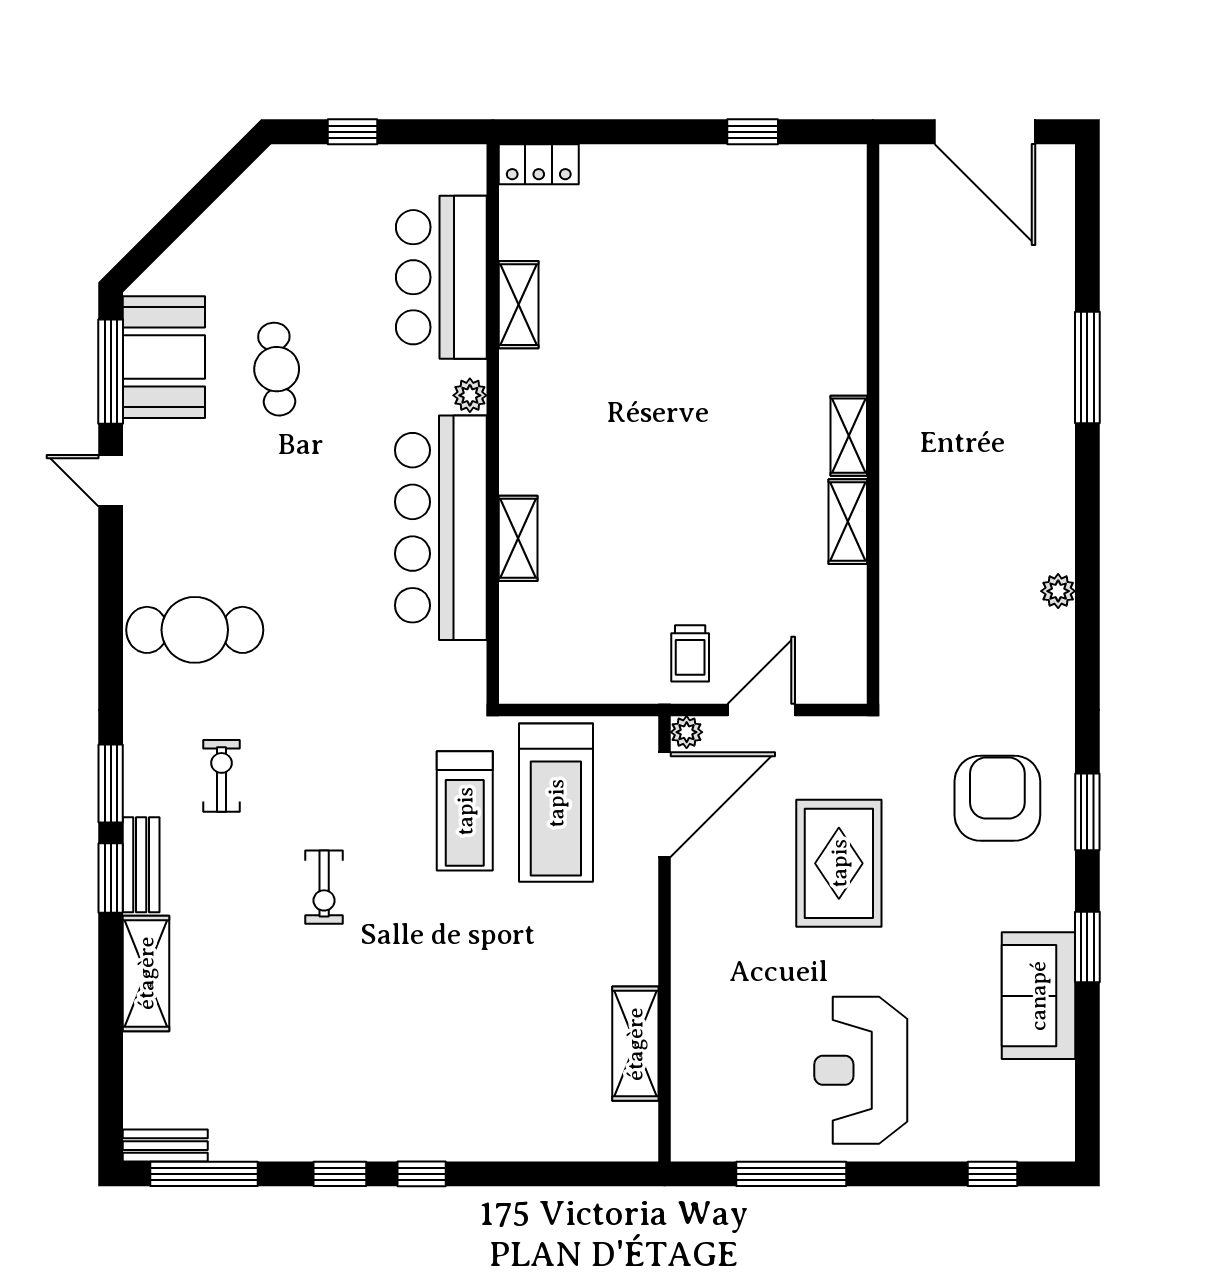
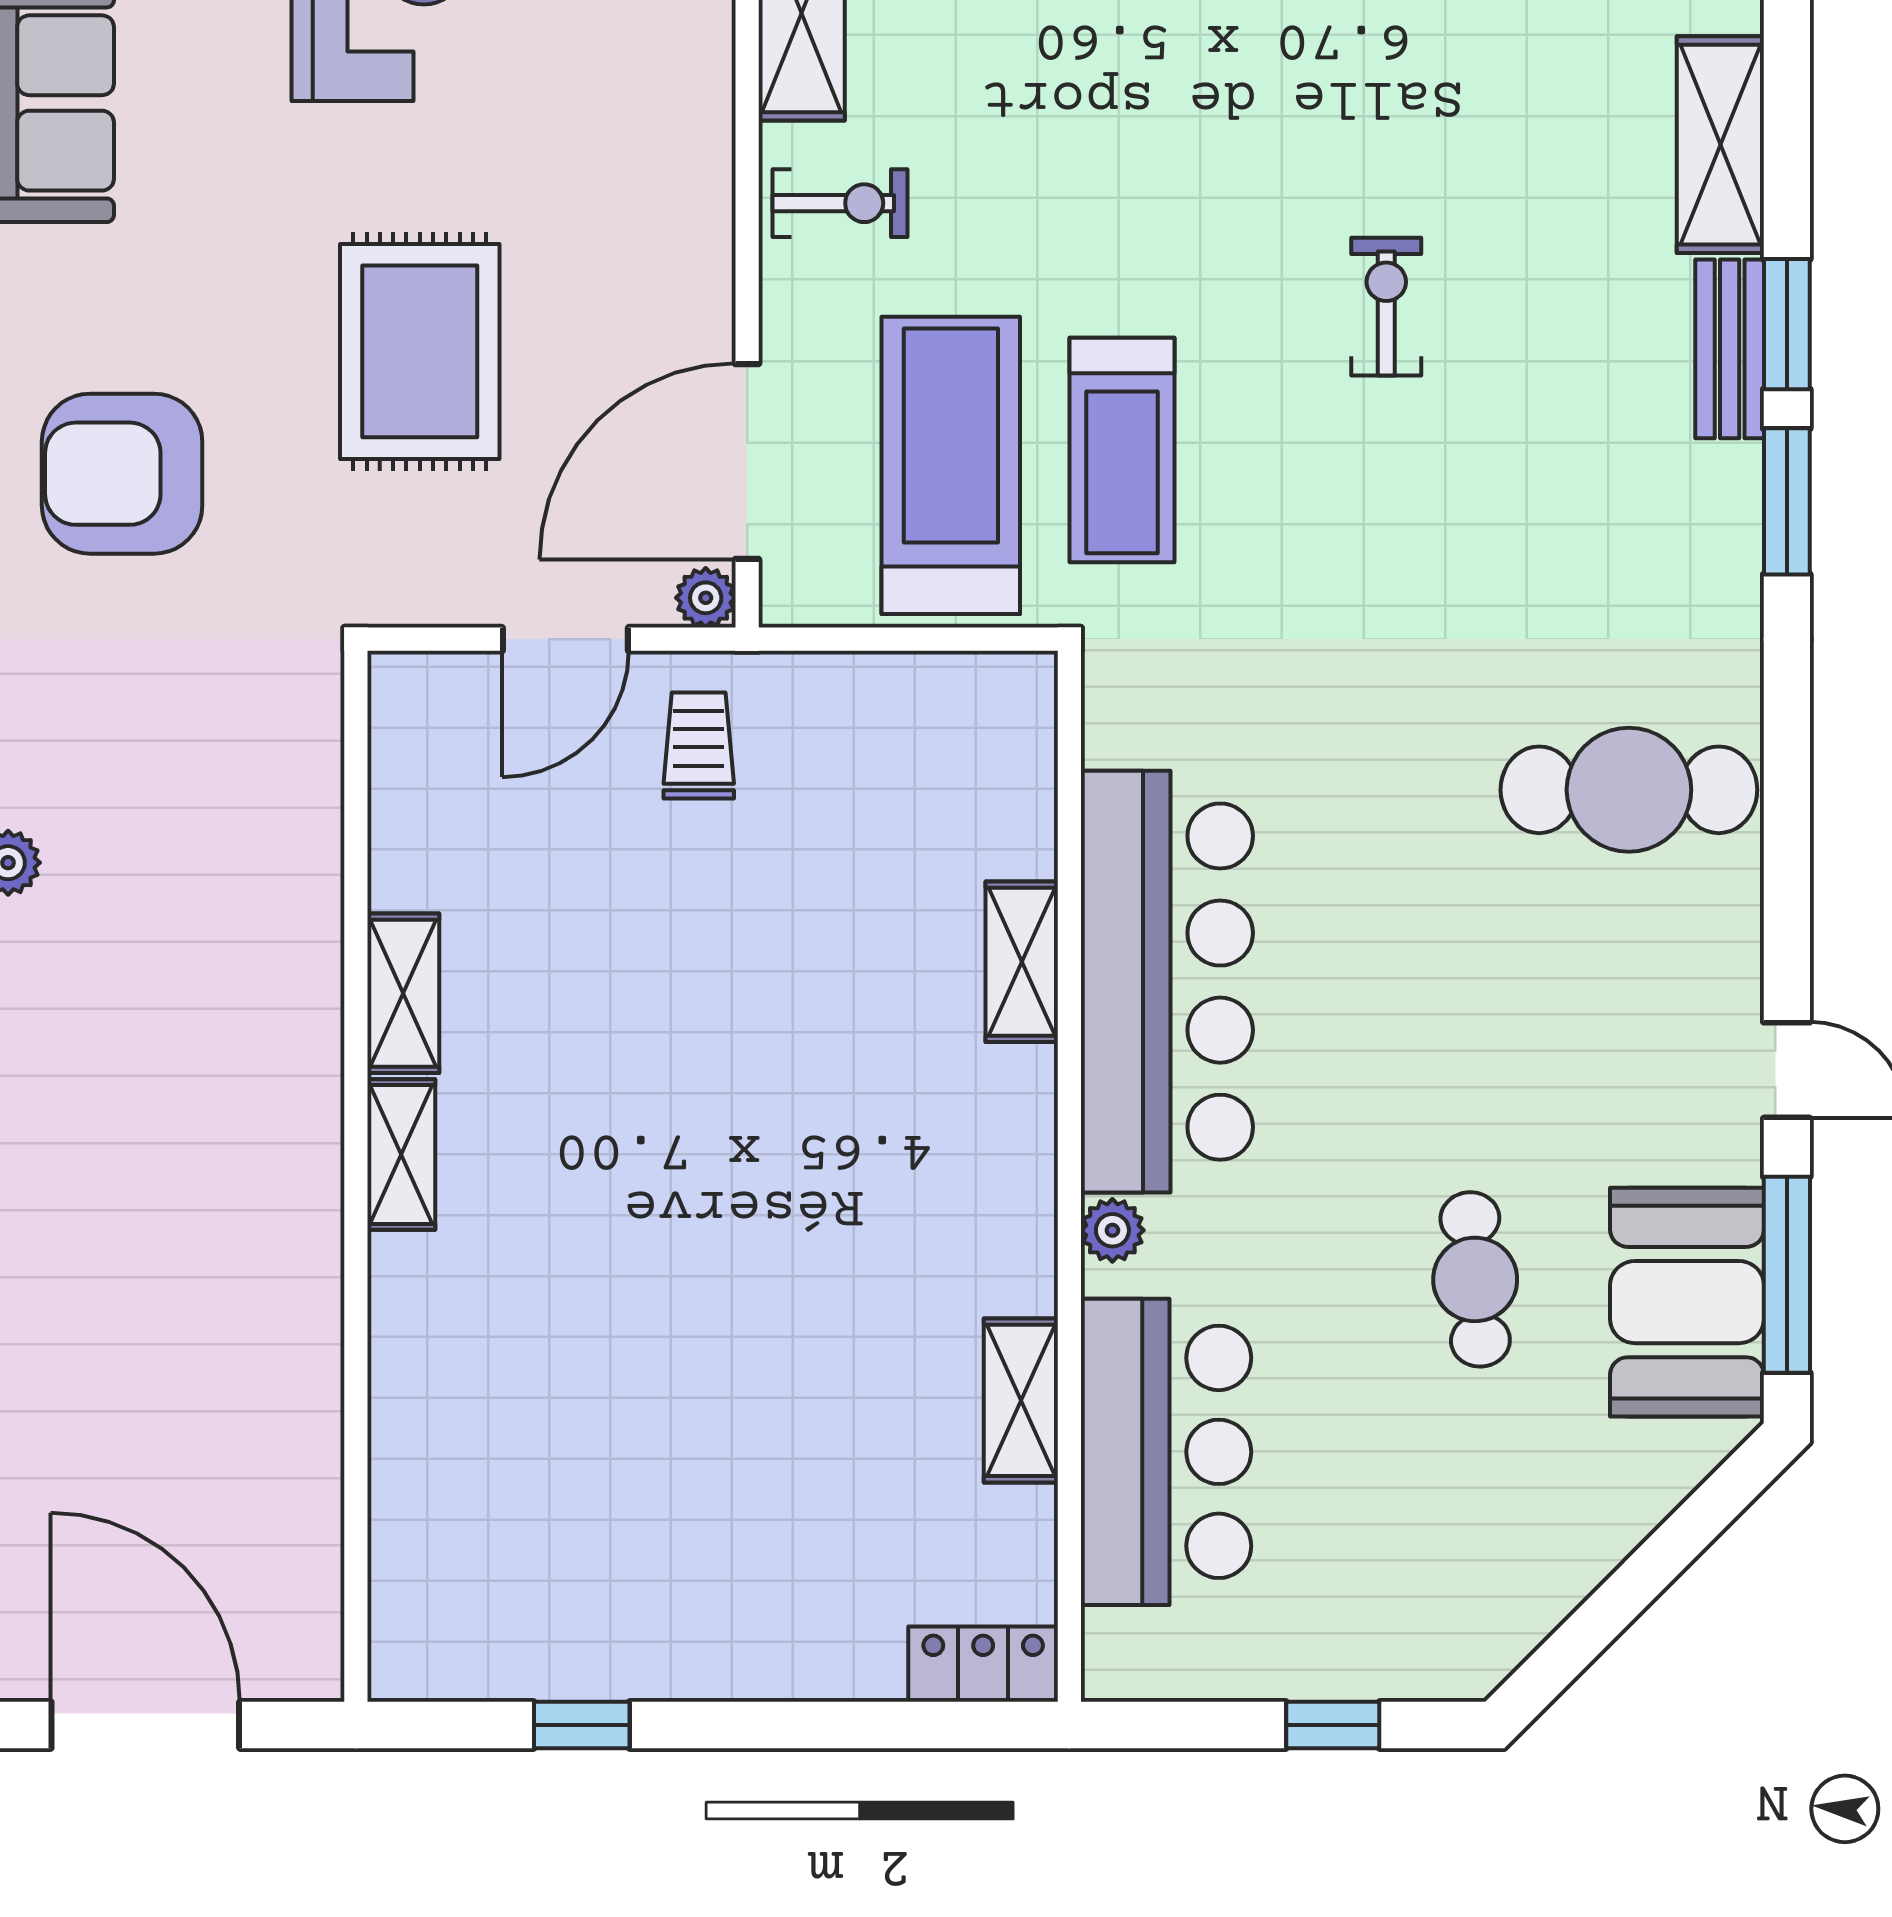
exercise bike: (221, 776) -> (840, 203), moved, turned -90
armchair: (997, 798) -> (122, 474), turned 90
treadmill: (465, 811) -> (1122, 450), turned 180

